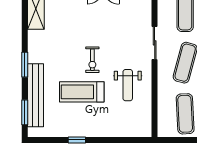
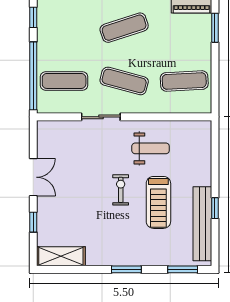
exercise bike: (92, 60) -> (121, 190), turned -90
bench: (35, 95) -> (202, 224), moved, turned 90

